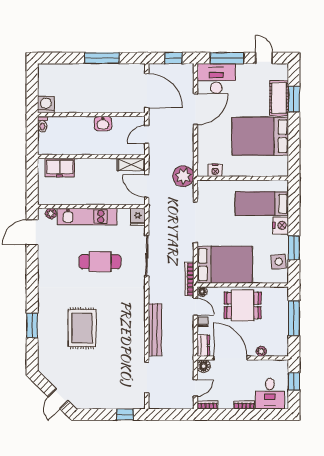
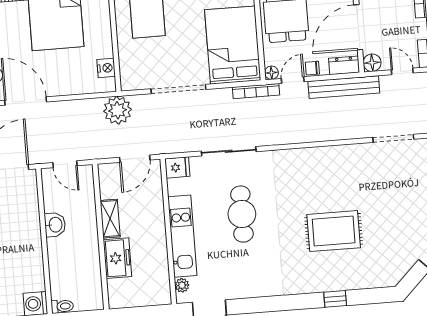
shelving: (131, 164) -> (110, 219), moved
freezer: (60, 168) -> (117, 258), moved
window: (32, 325) -> (335, 299), width x0.67
bench: (155, 330) -> (344, 87), moved

